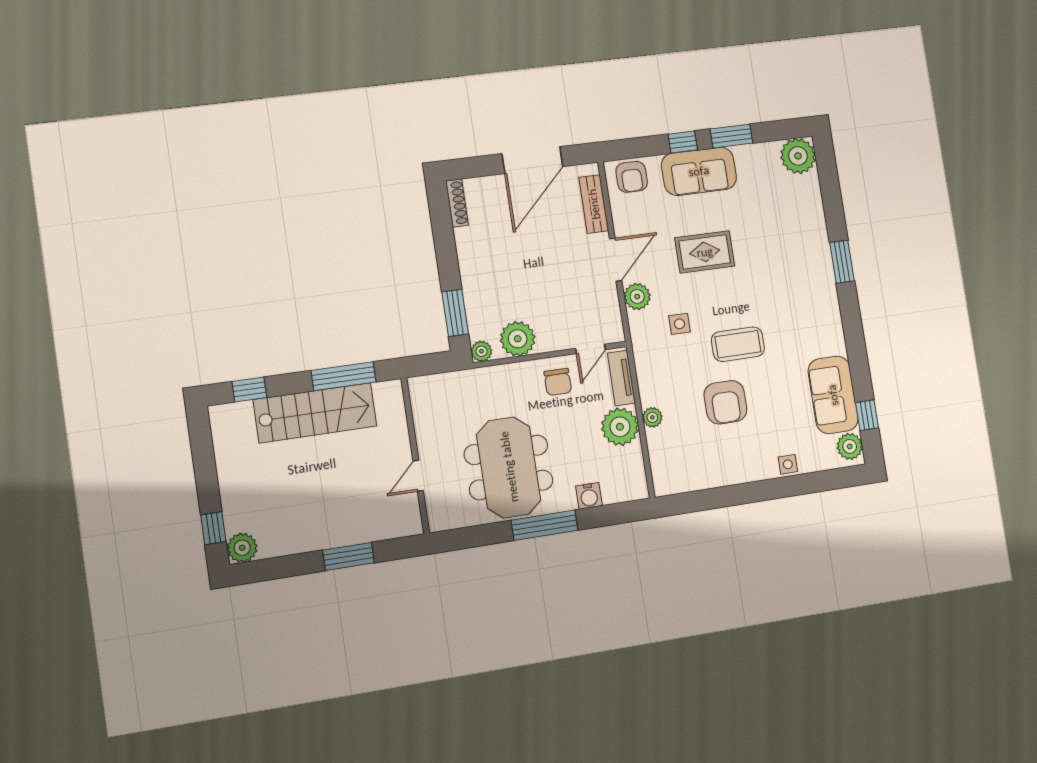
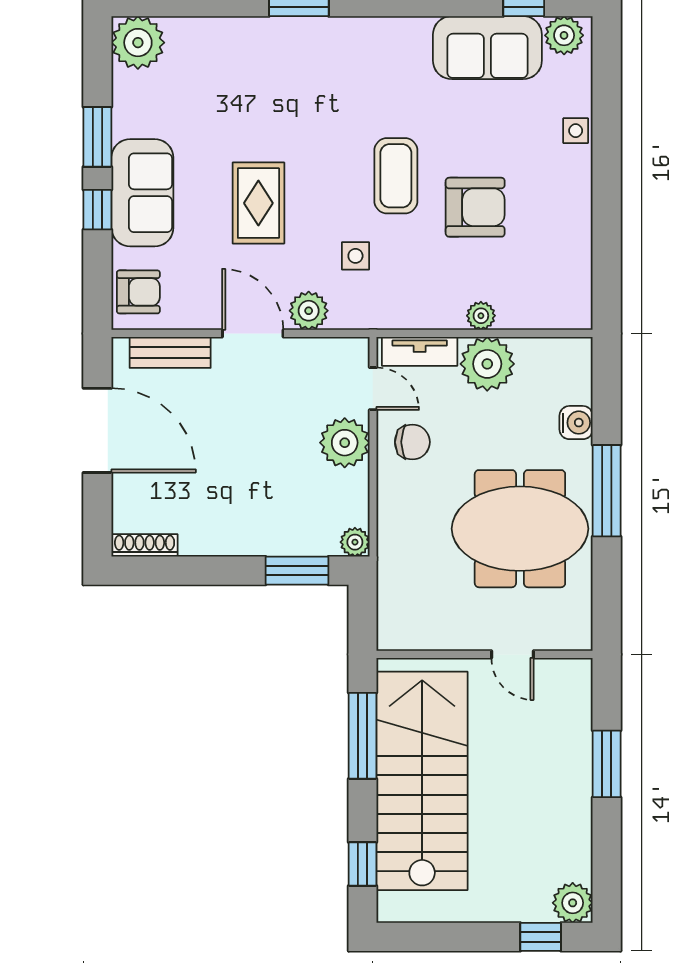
plant: (518, 339) -> (345, 443), moved
stairs: (315, 413) -> (422, 781), width x1.36, depth x1.51

